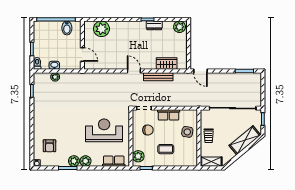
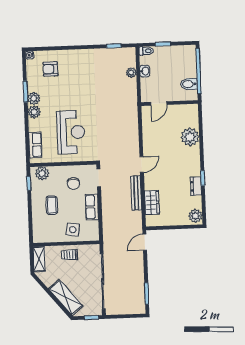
plant: (101, 29) -> (190, 137), moved

